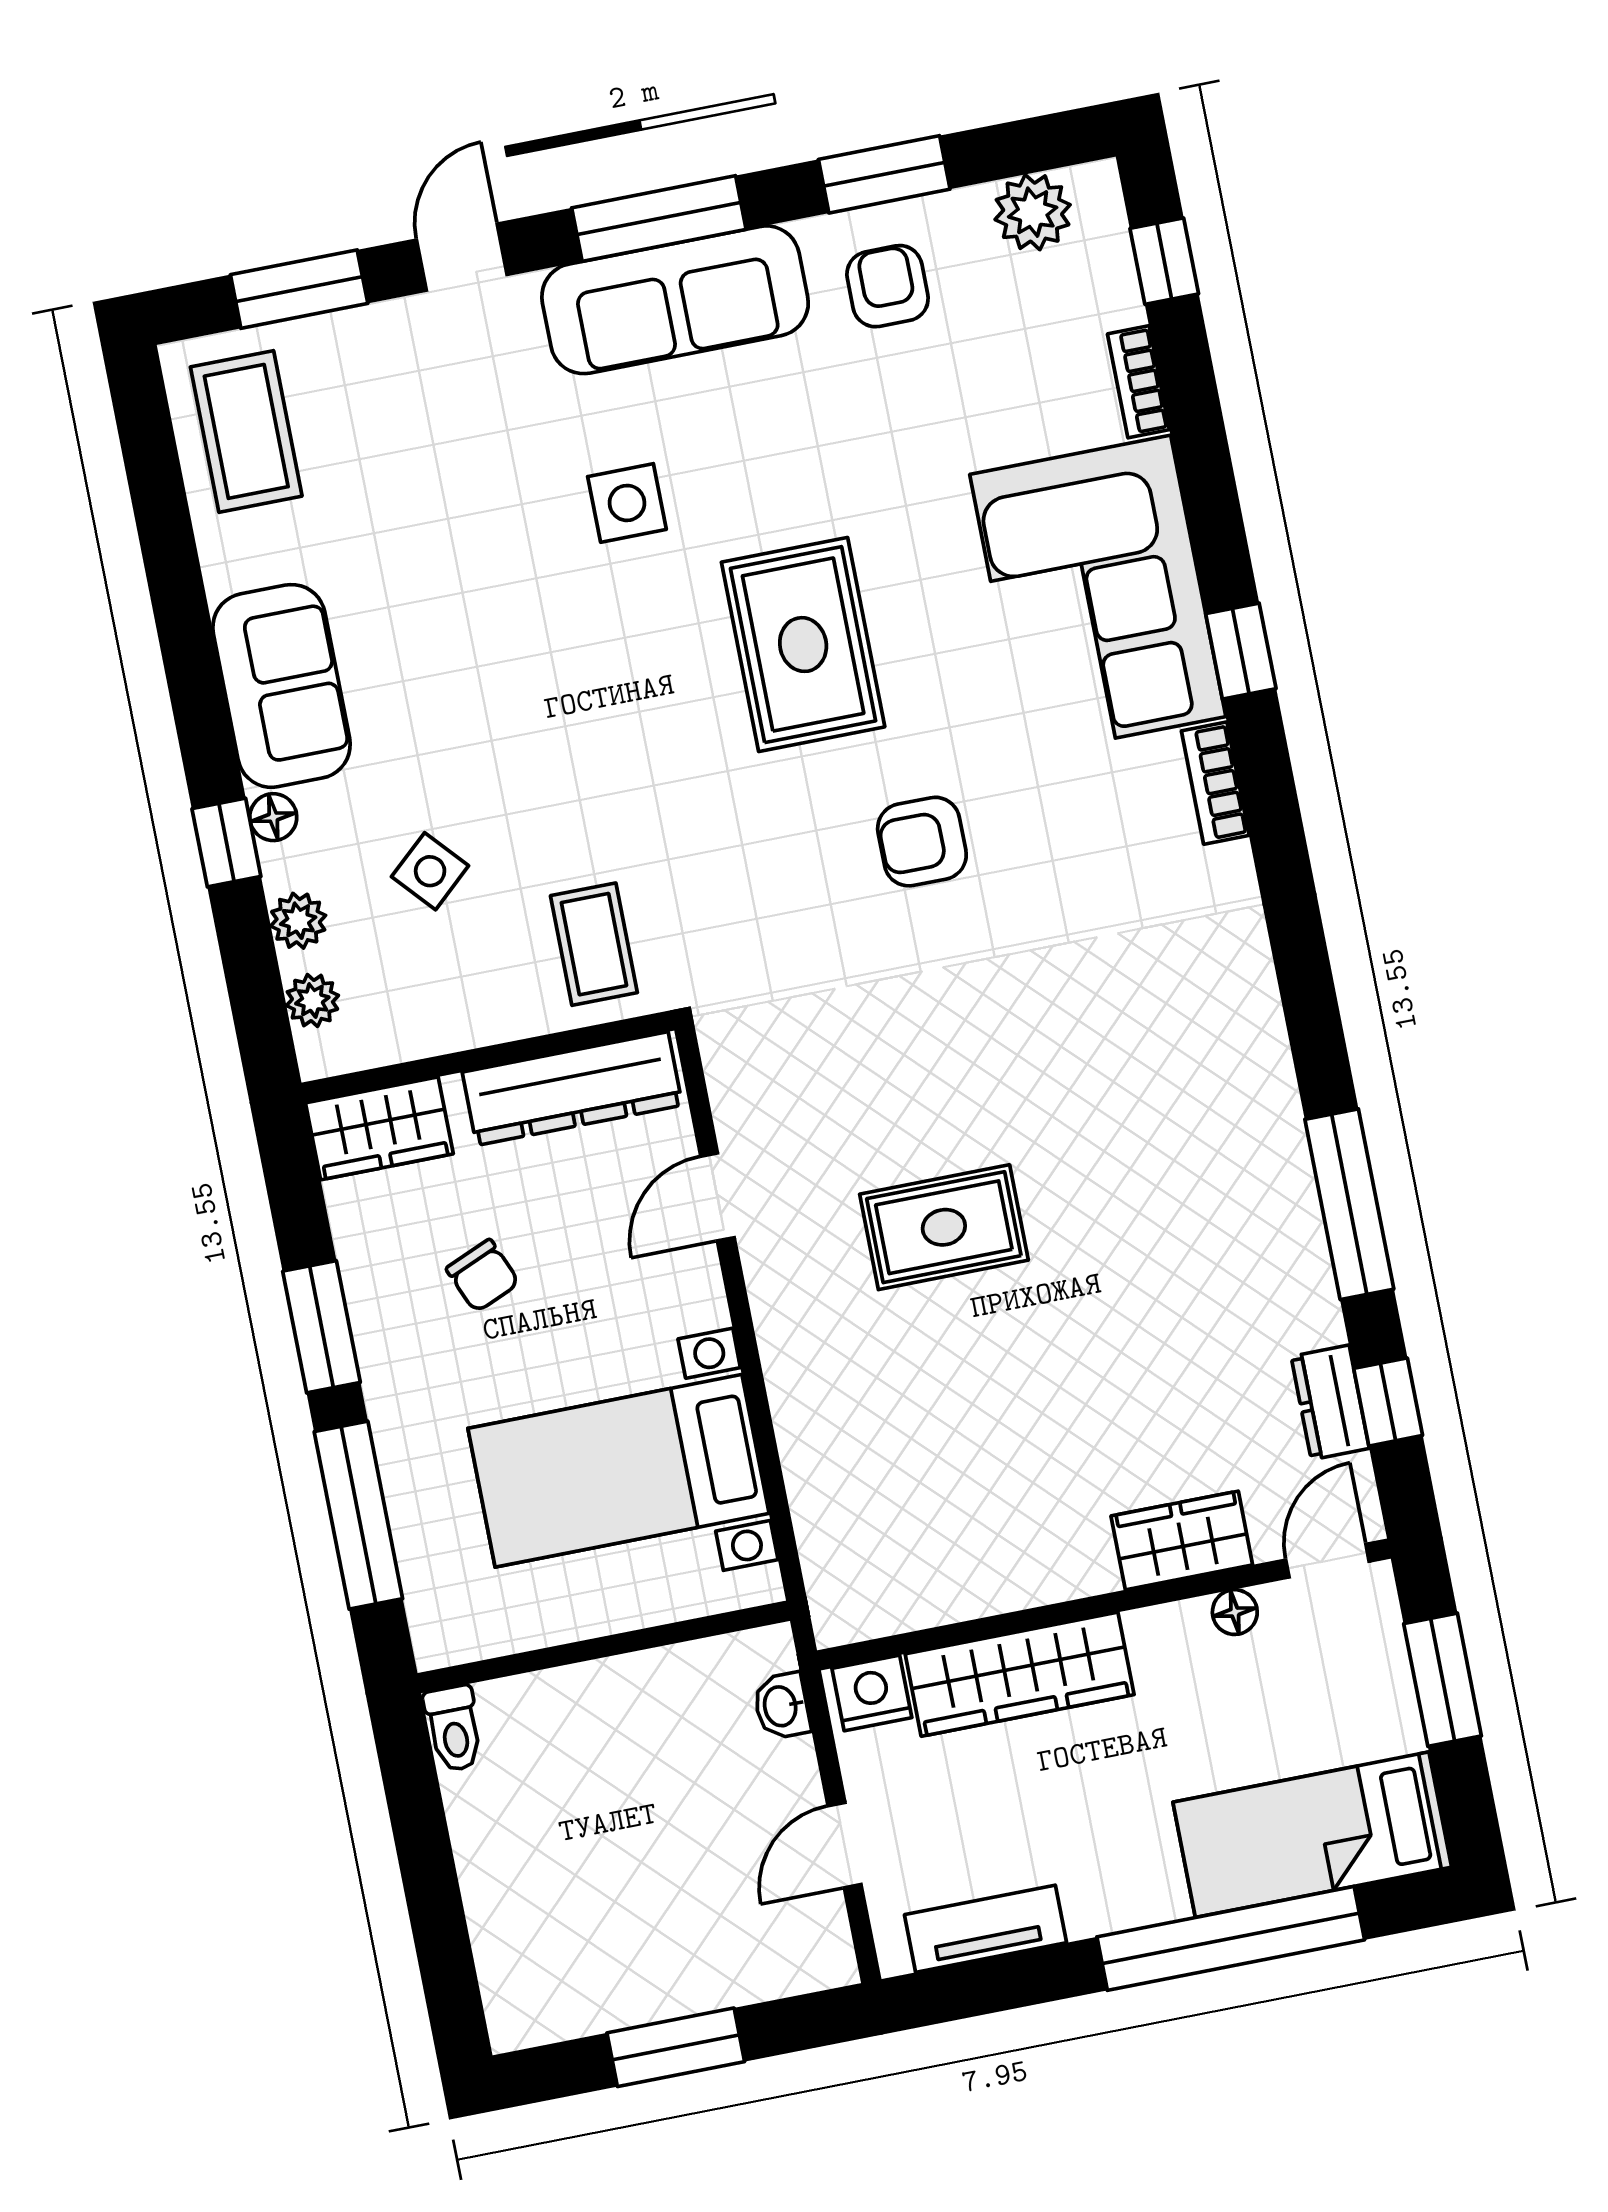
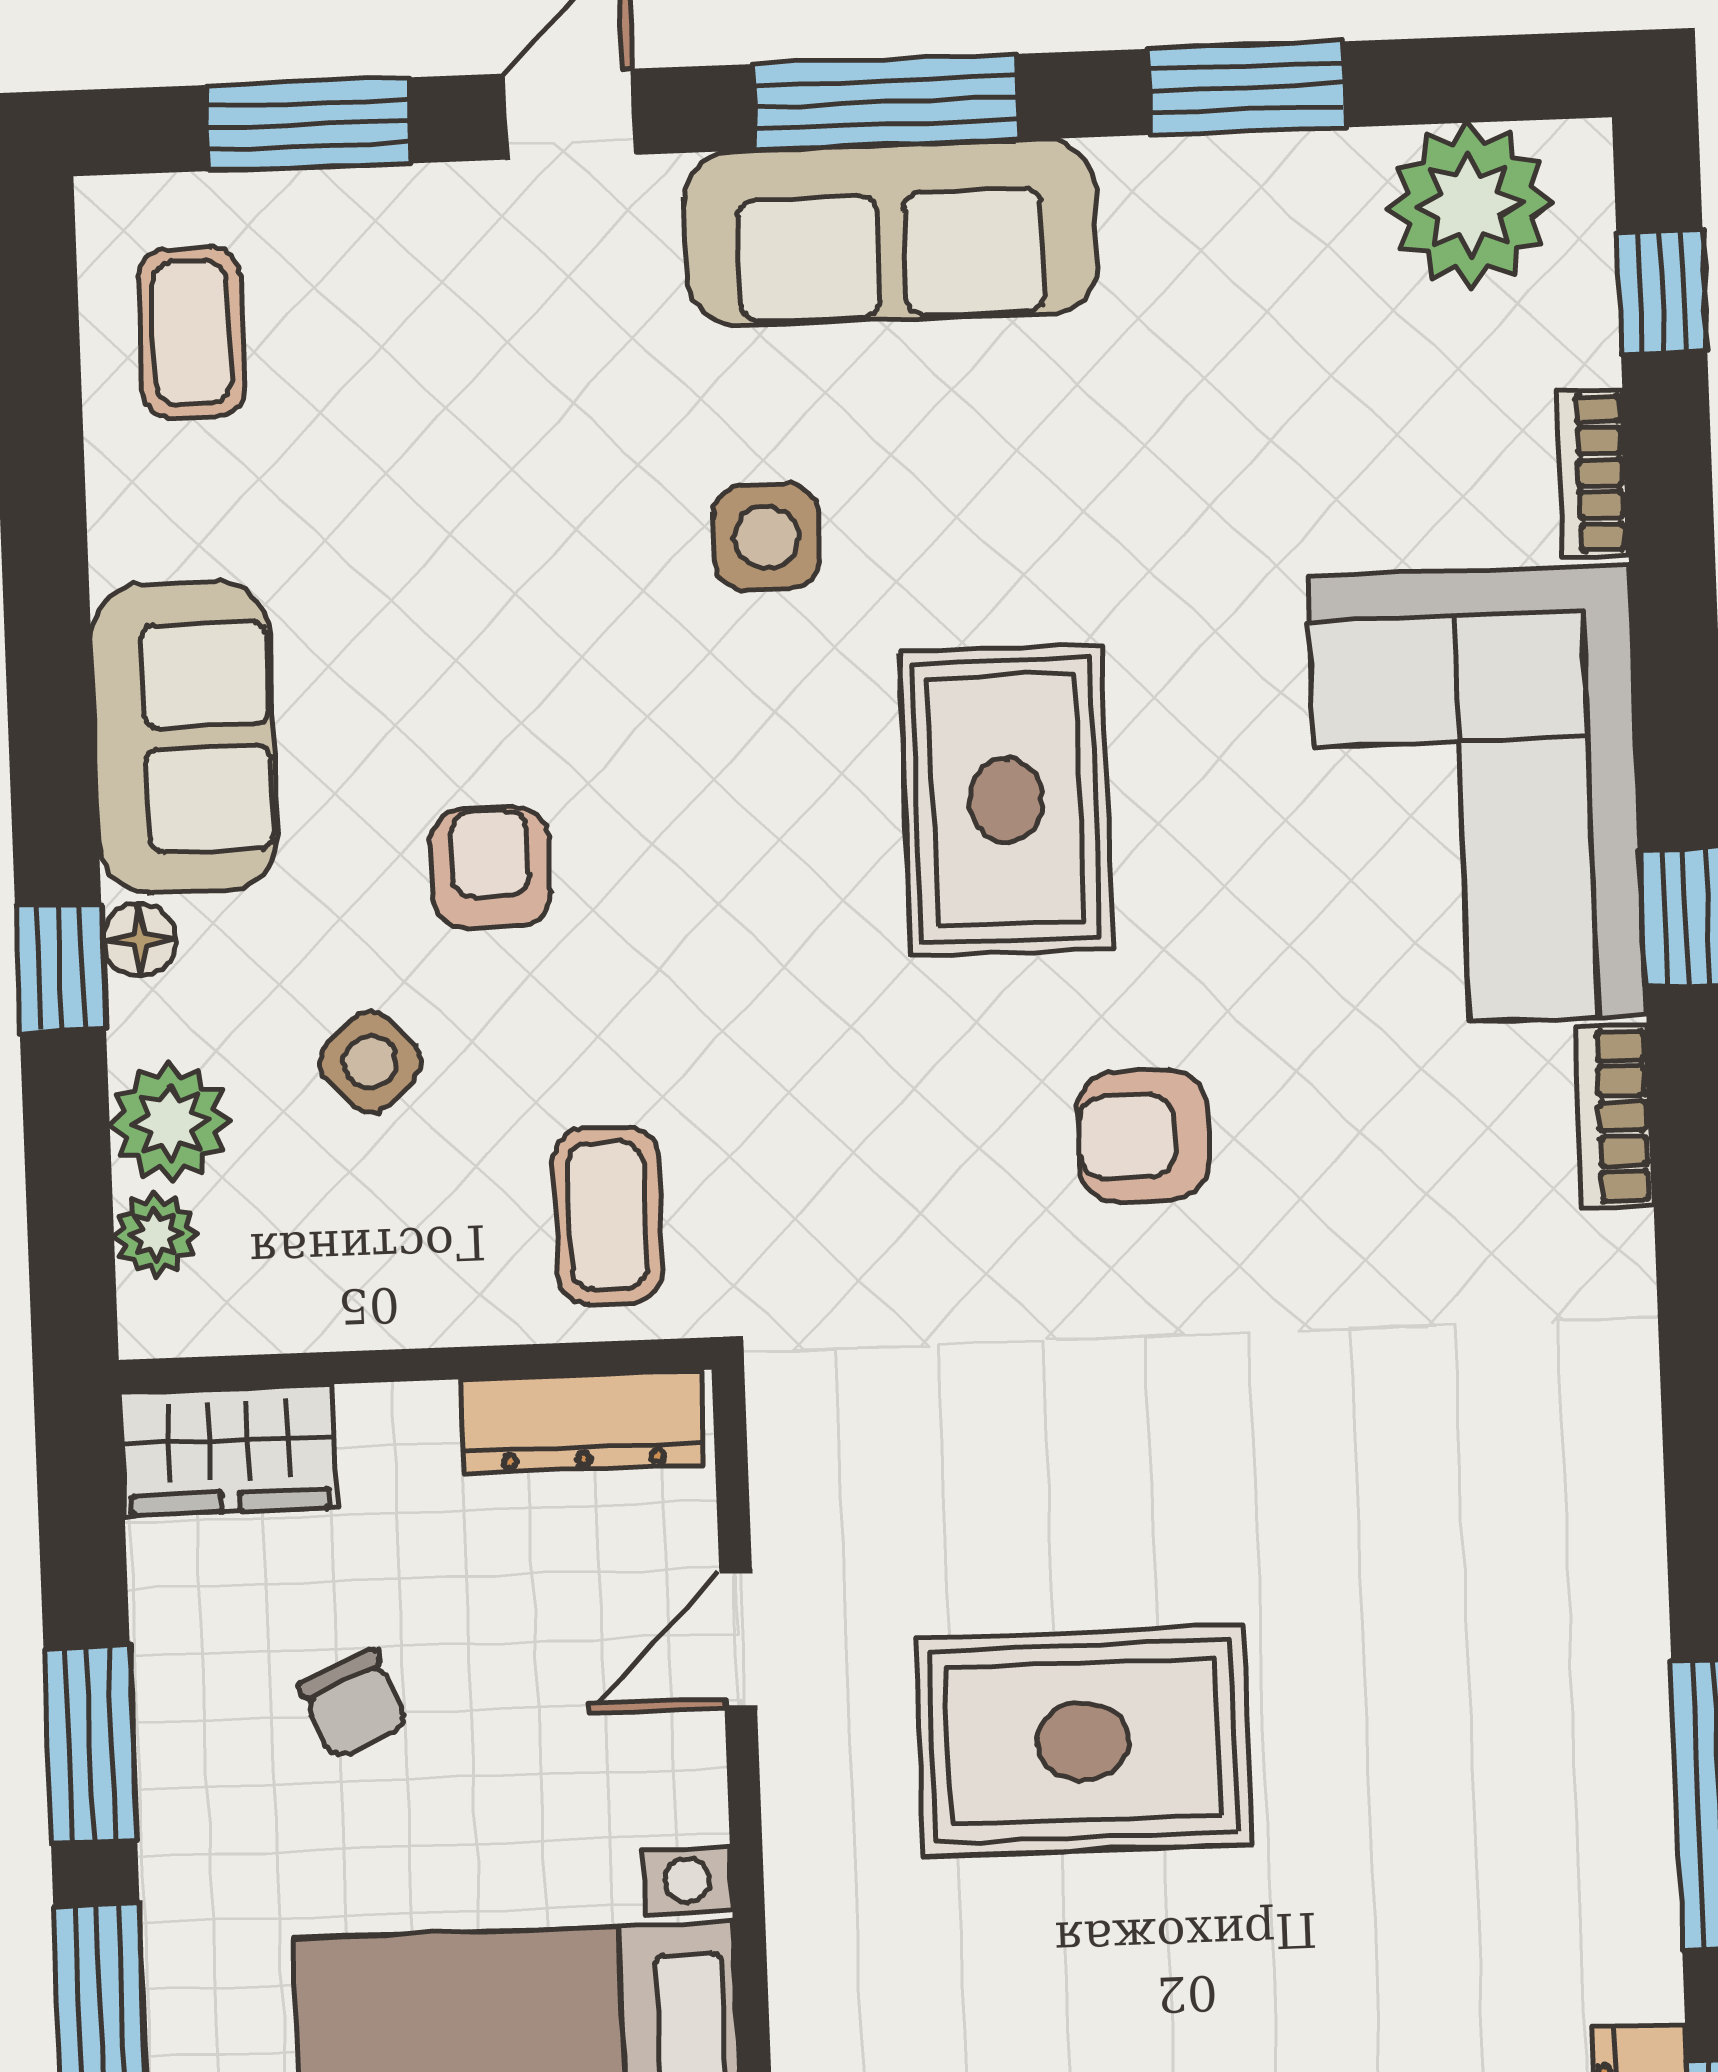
plant: (1033, 212) -> (1470, 205), width x1.36, depth x1.36
armchair: (888, 286) -> (491, 868), moved
coffee table: (246, 431) -> (191, 333), width x0.73, depth x0.77
plant: (298, 921) -> (170, 1123), width x1.38, depth x1.38
dresser: (572, 1089) -> (582, 1422), width x0.73, depth x0.80
rug: (944, 1227) -> (1083, 1741), width x1.36, depth x1.43

